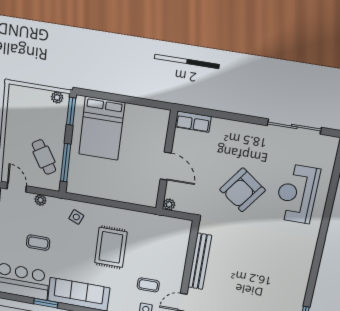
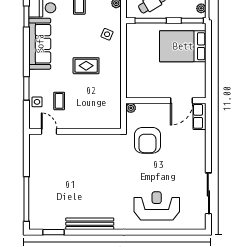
door: (166, 166) -> (182, 101), moved
armchair: (242, 190) -> (147, 140), moved, turned -126
rug: (111, 247) -> (86, 66), width x0.73, depth x0.70
bench: (200, 261) -> (90, 224), moved

